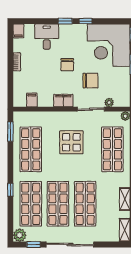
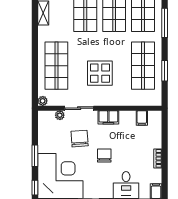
chair: (91, 81) -> (80, 139), turned 86
window: (10, 132) -> (165, 71), moved
window: (10, 190) -> (165, 23), width x2.17

